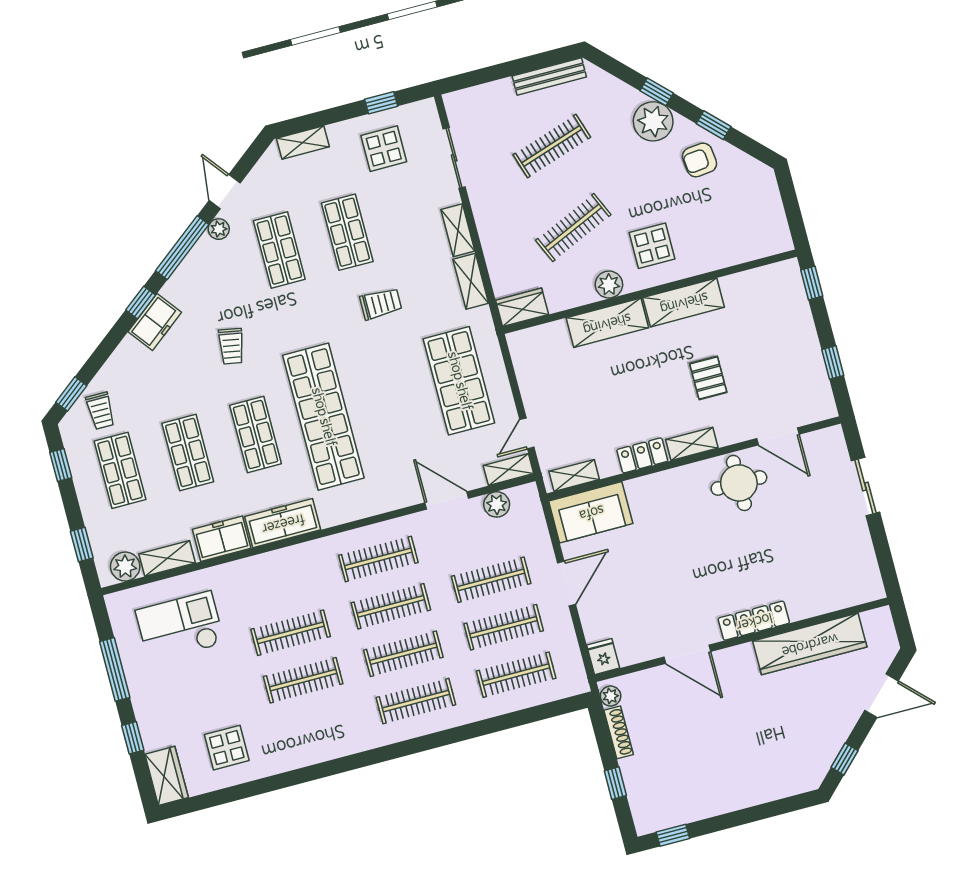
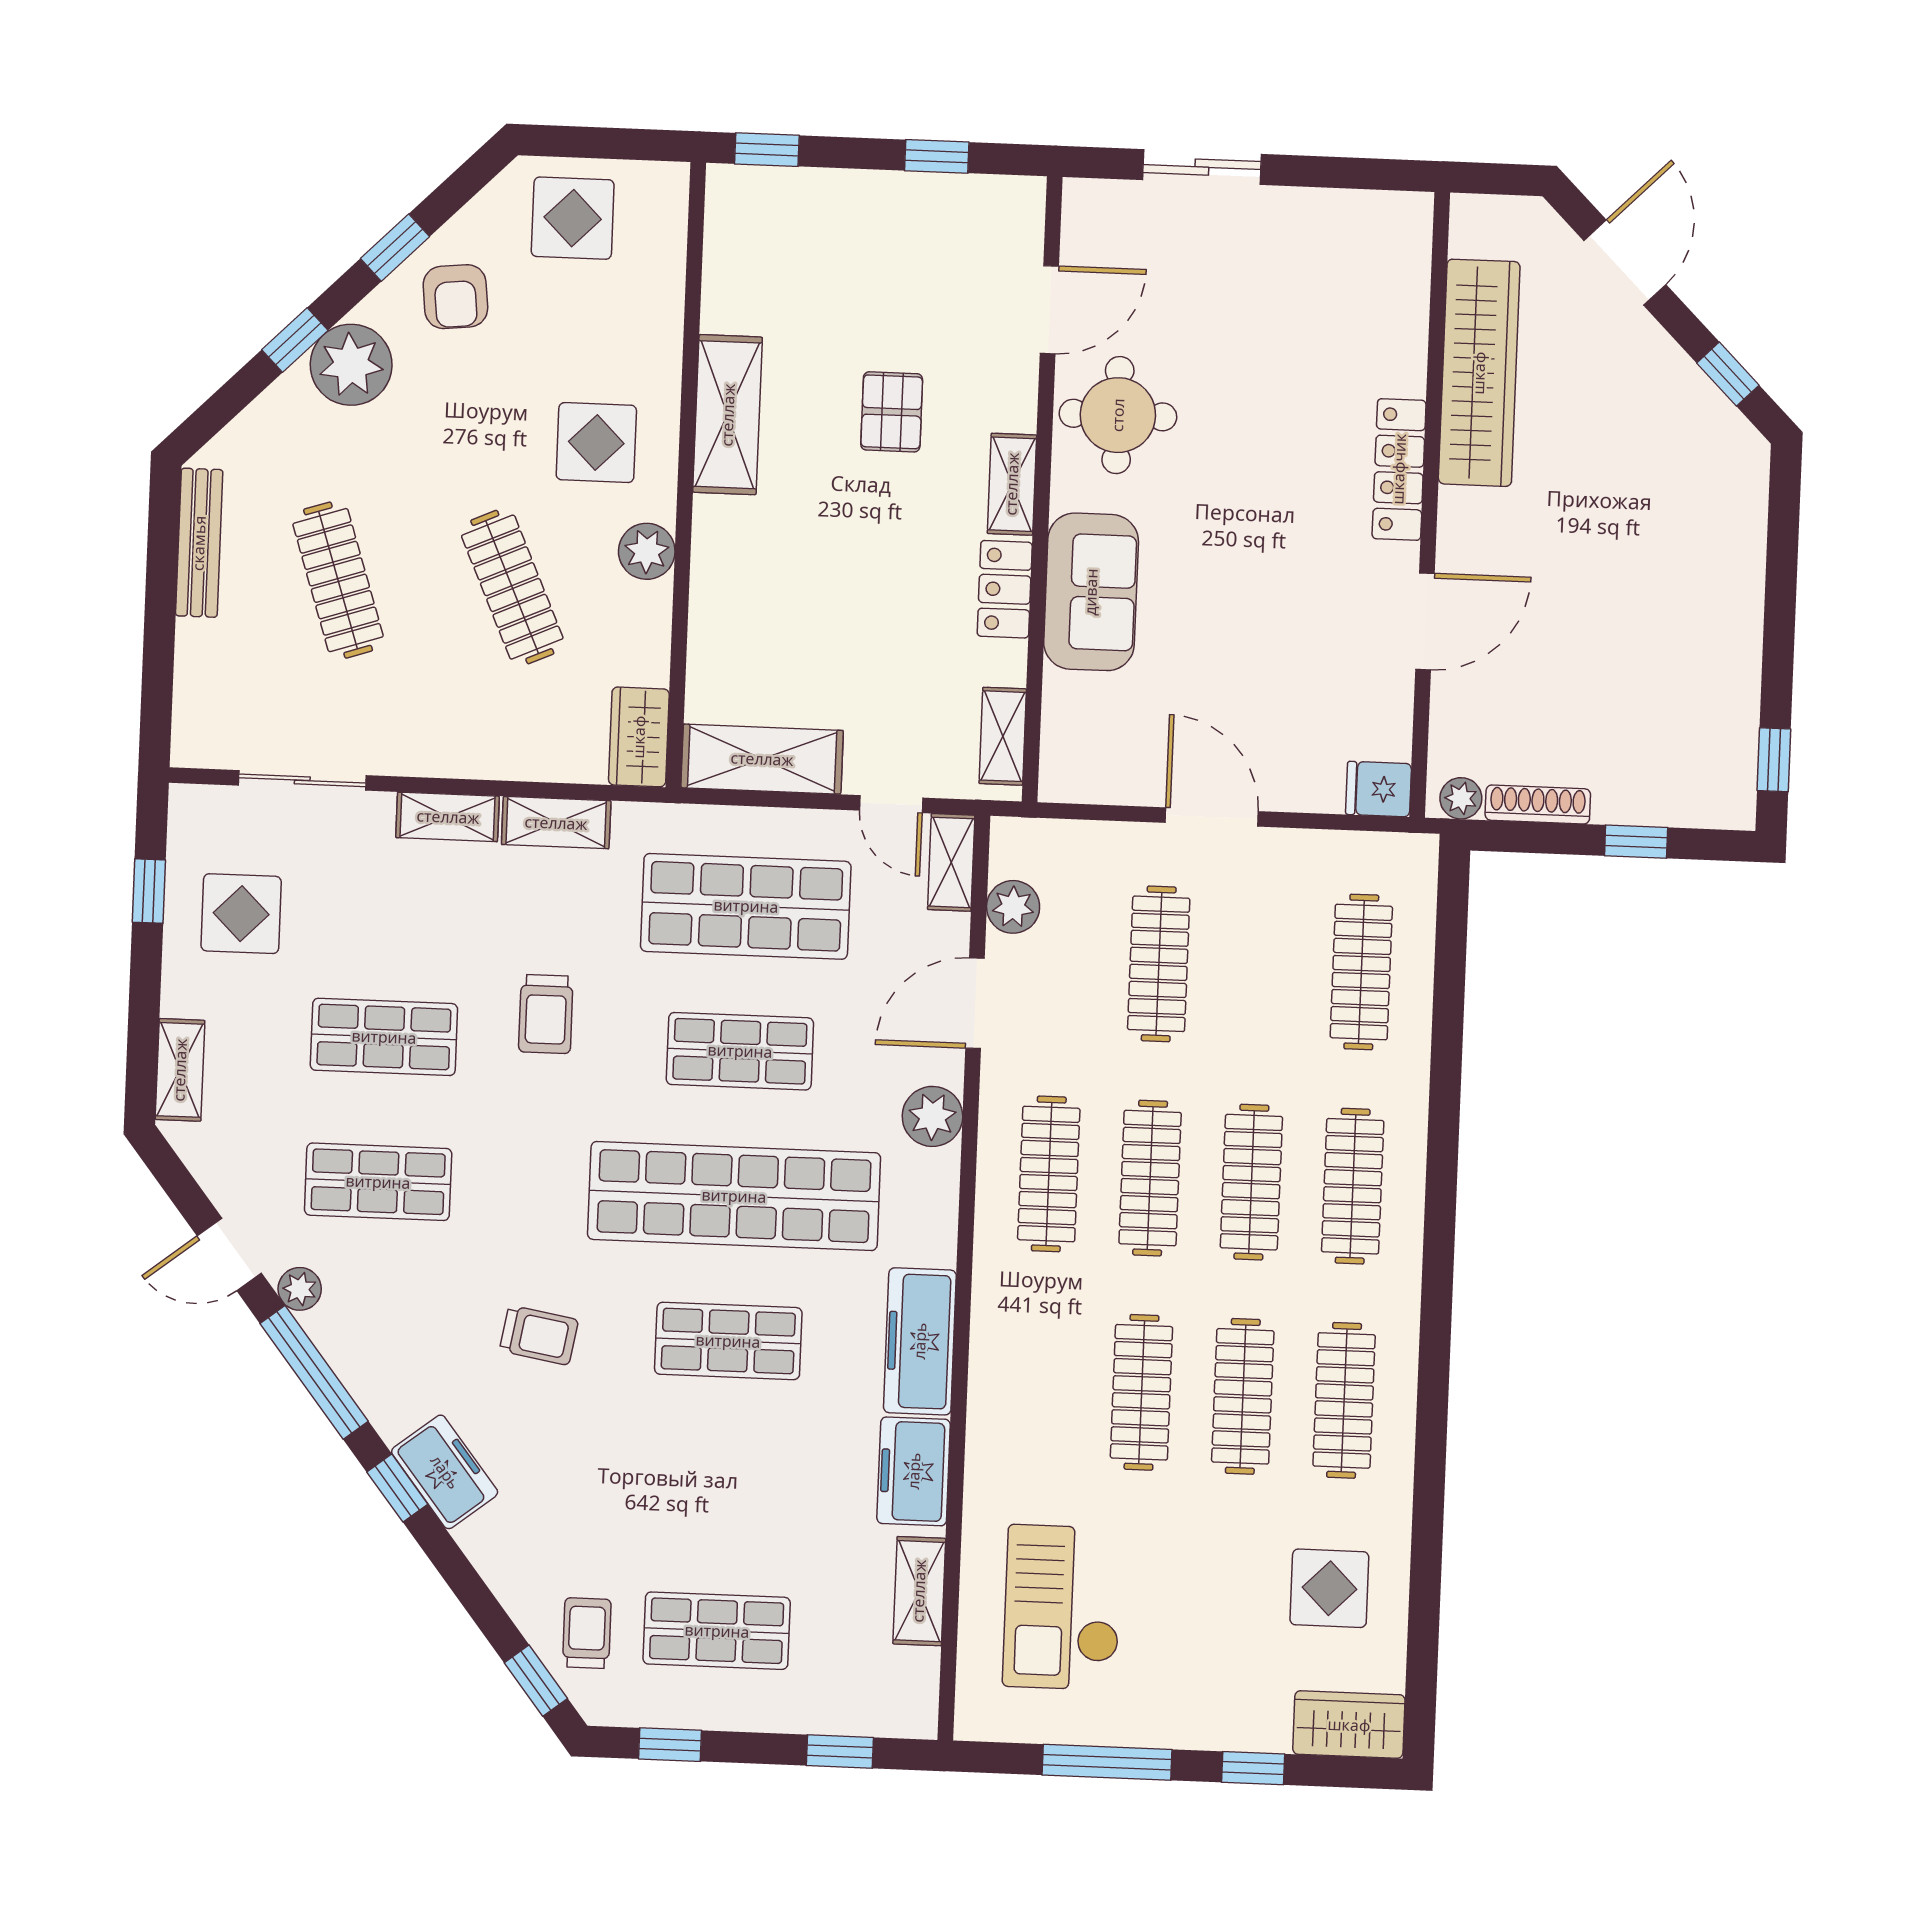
display table: (752, 203) -> (573, 218), added
trolley: (381, 304) -> (546, 1014), turned 180
shelving: (607, 323) -> (762, 759), moved, turned 90
pallet: (708, 378) -> (892, 412), turned 90
trolley: (100, 411) -> (587, 1633), turned -90
shop shelf: (188, 452) -> (740, 1051), moved
sofa: (591, 512) -> (1091, 592), moved
plant: (125, 567) -> (932, 1116), moved
clothes rail: (504, 627) -> (1344, 1400), moved

